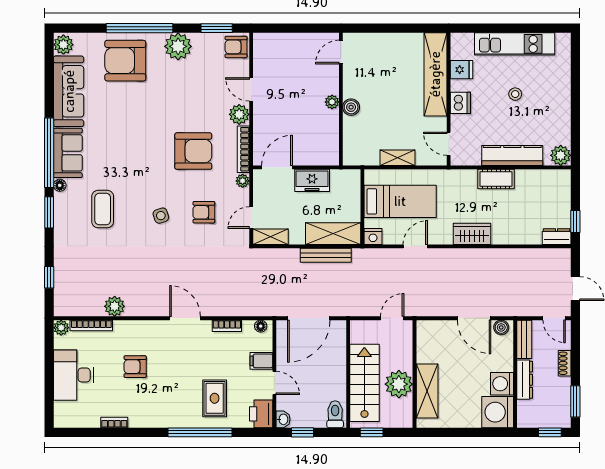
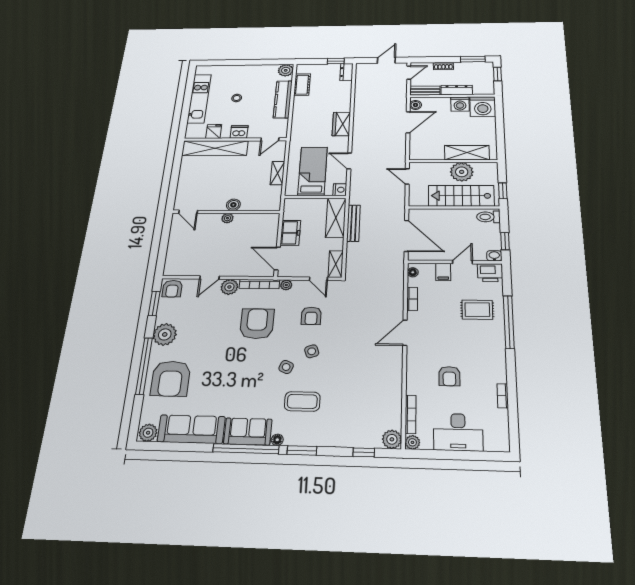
cot: (496, 179) -> (302, 85), moved
side table: (142, 188) -> (286, 367), added
plant: (115, 306) -> (392, 439), moved

